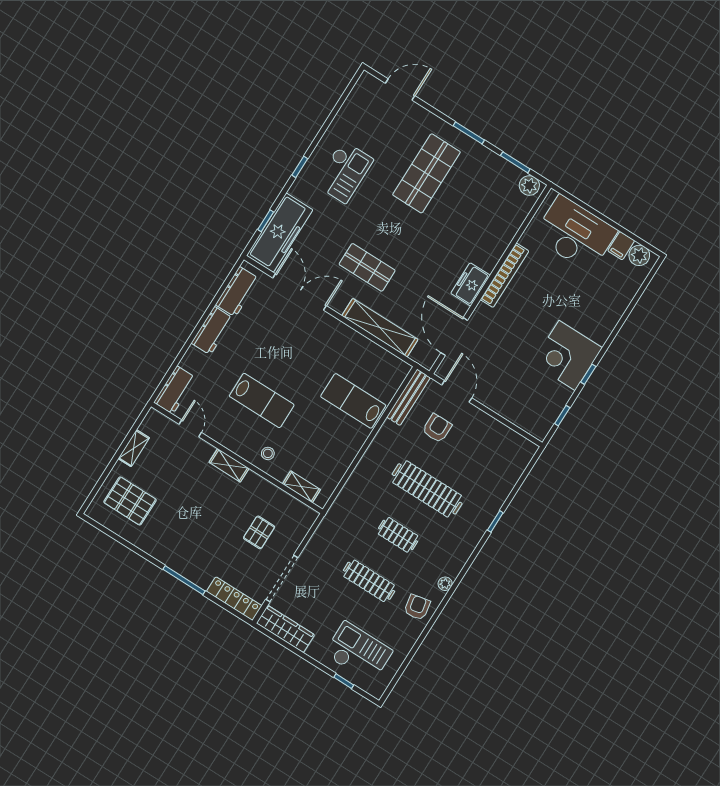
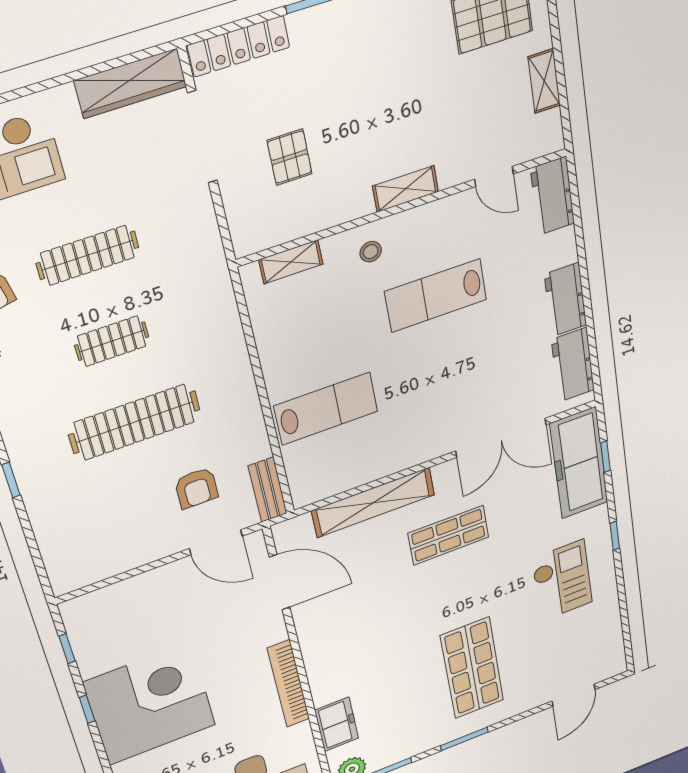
checkout: (344, 172) -> (562, 580), turned 180
freezer: (470, 284) -> (337, 724), moved
corner desk: (567, 356) -> (150, 704), width x1.36, depth x1.36
bench: (408, 397) -> (268, 490), width x0.73

